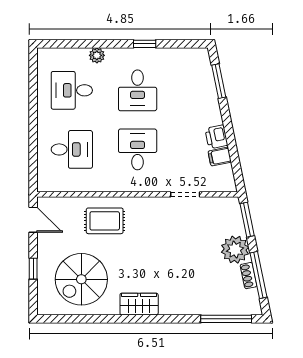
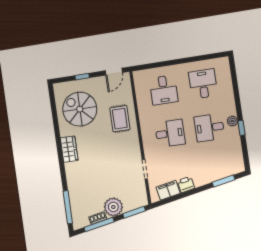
plant: (97, 55) -> (232, 121), moved
filing cabinet: (220, 157) -> (168, 190), width x2.00

